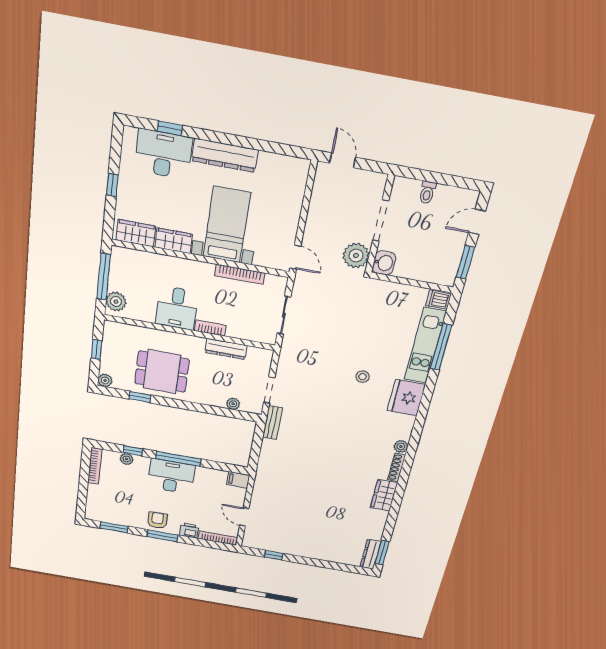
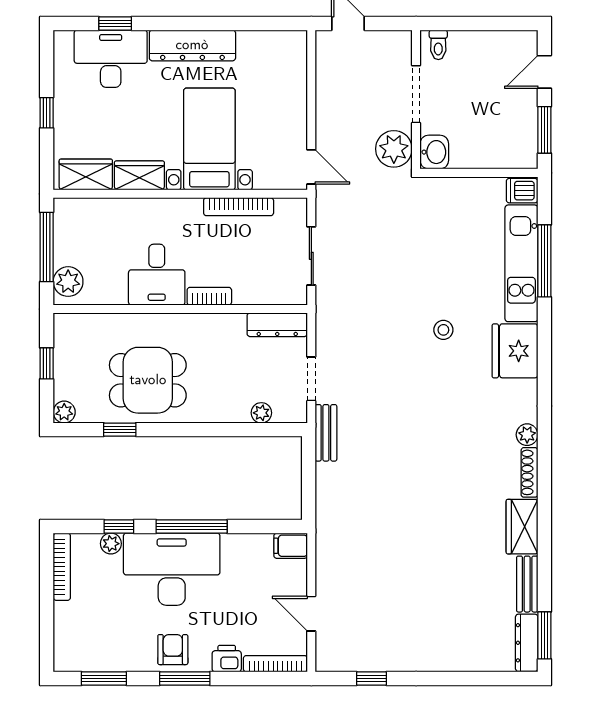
toilet: (427, 192) -> (438, 45), moved
dresser: (226, 349) -> (277, 325), moved
desk: (171, 476) -> (172, 569), width x1.36, depth x1.30
bench: (379, 525) -> (527, 584), added

